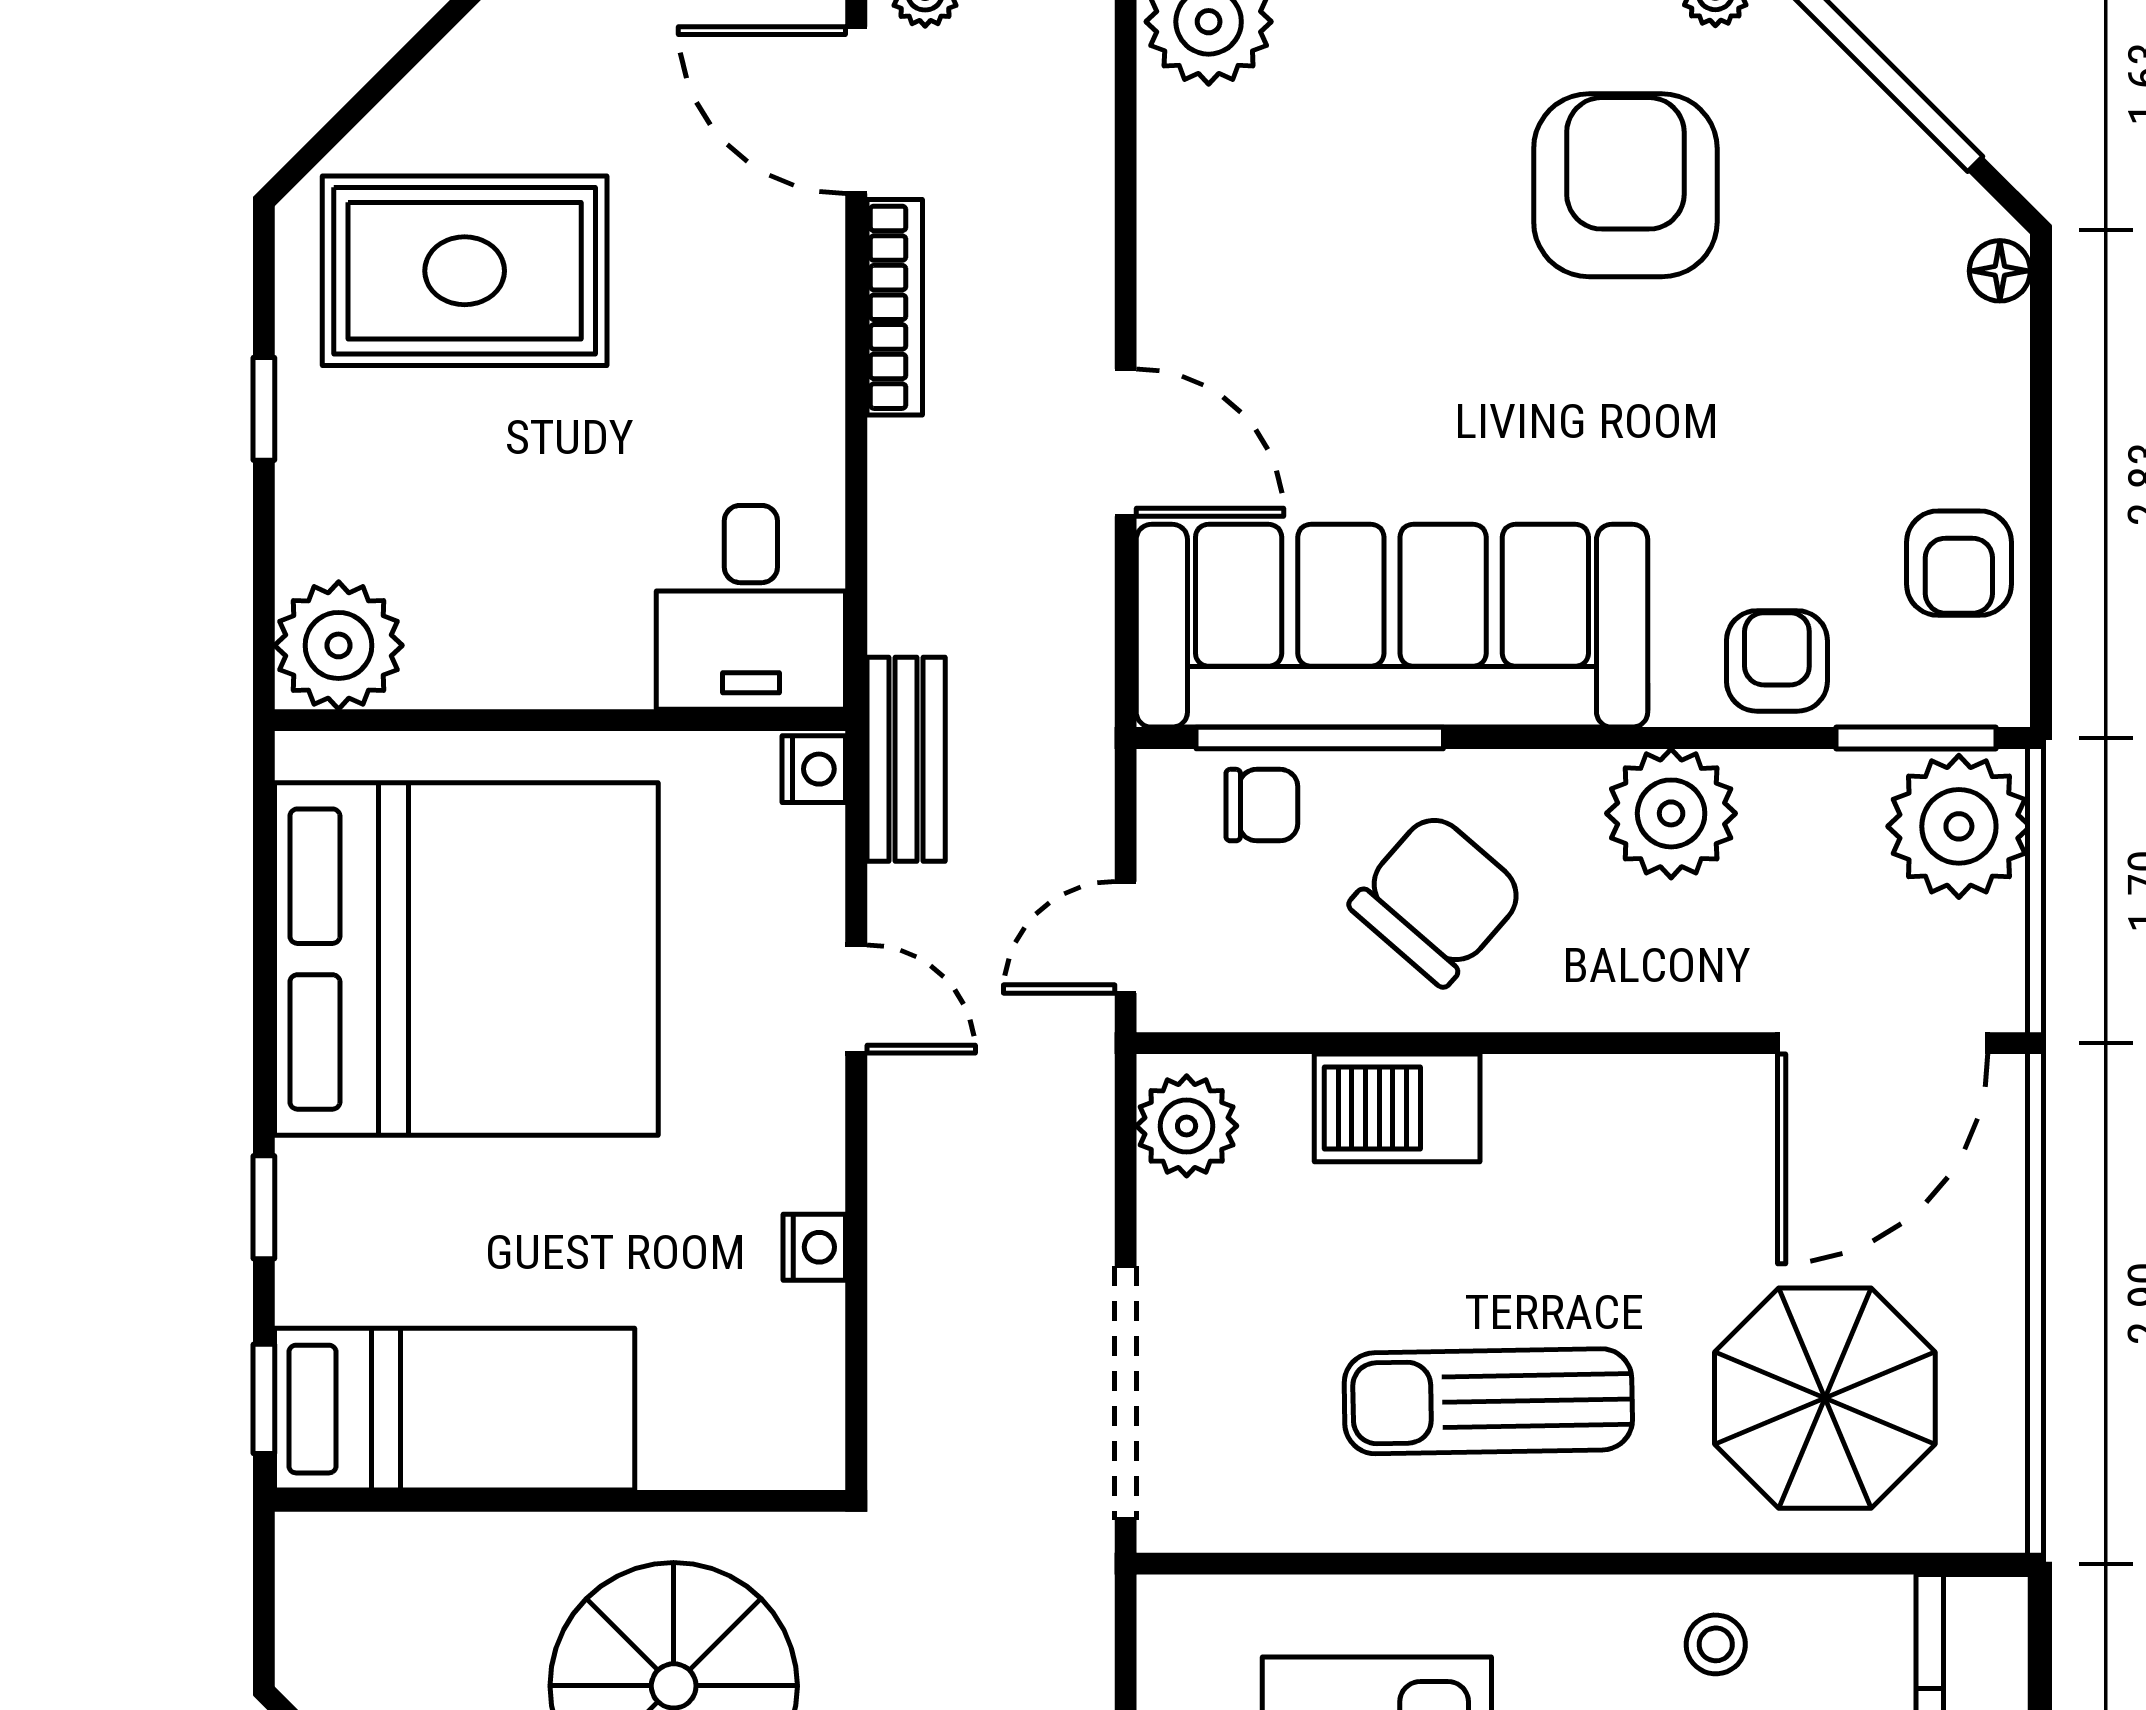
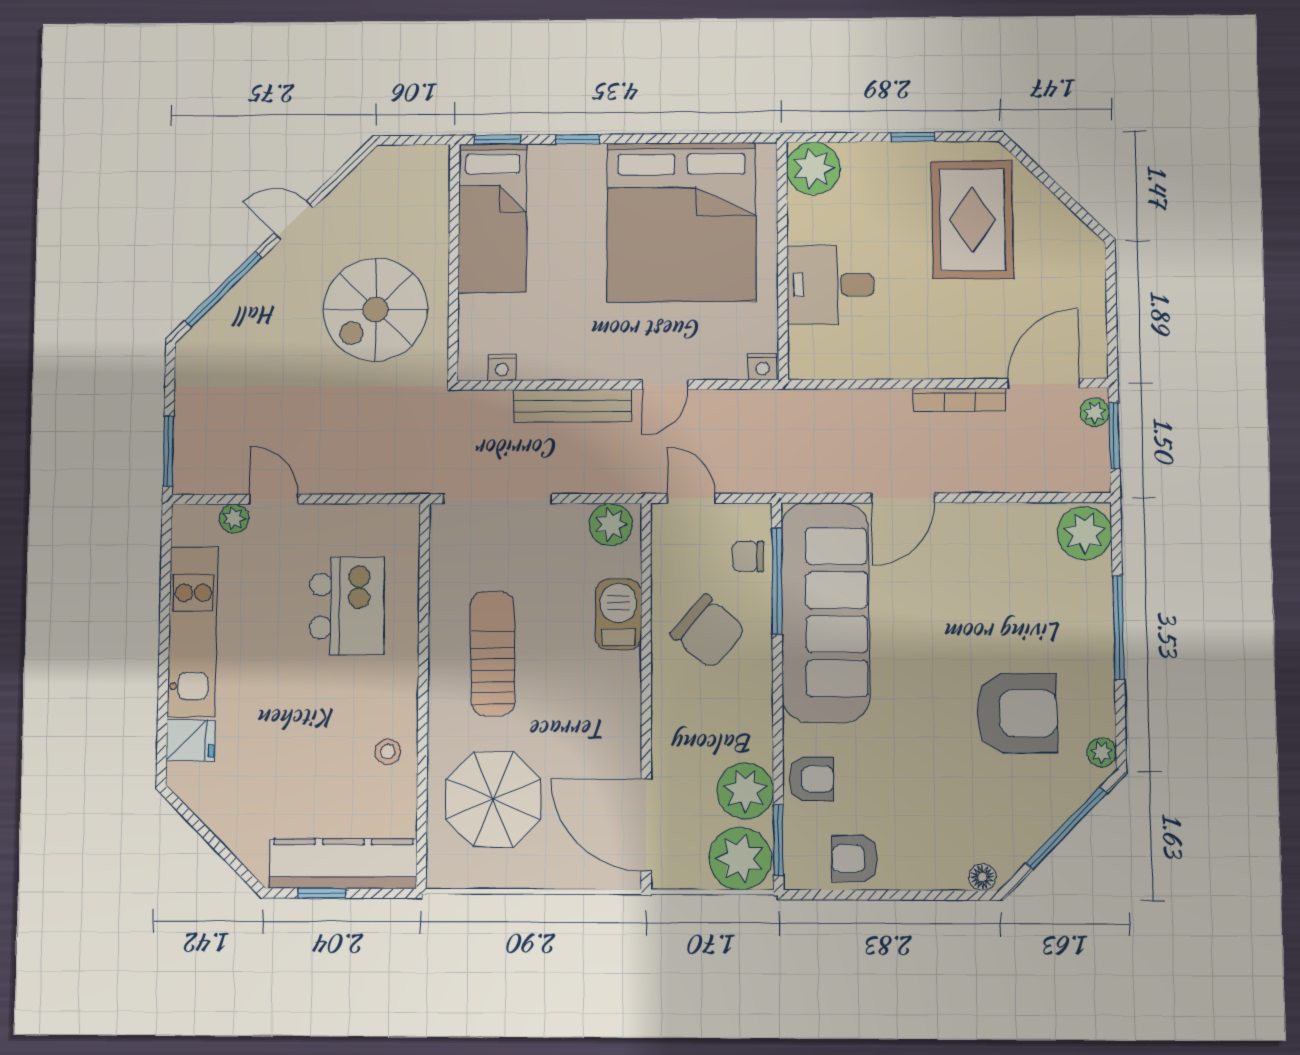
desk: (751, 607) -> (830, 285), moved
bench: (906, 759) -> (573, 406), moved, width x1.36
chair: (1262, 805) -> (748, 556), turned 90
plant: (1671, 813) -> (745, 791), moved
nightstand: (814, 1247) -> (502, 368), moved

